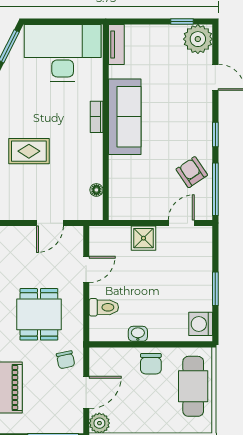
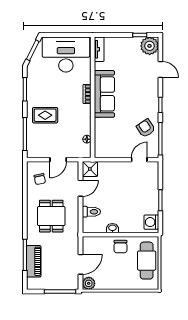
shower: (144, 238) -> (90, 169), moved
chair: (66, 360) -> (40, 179), moved

